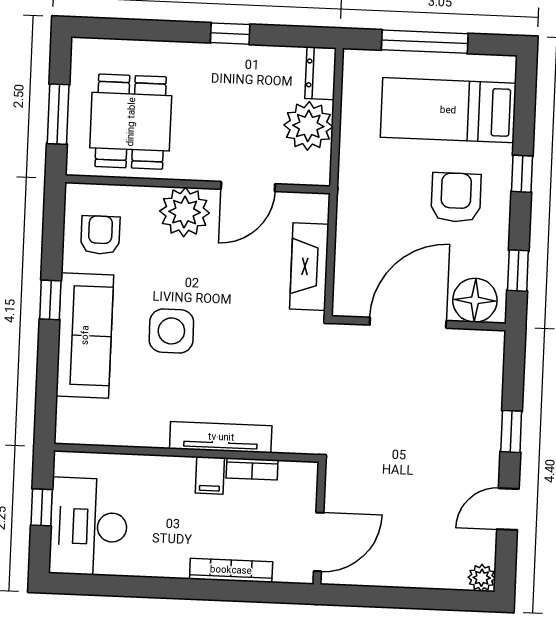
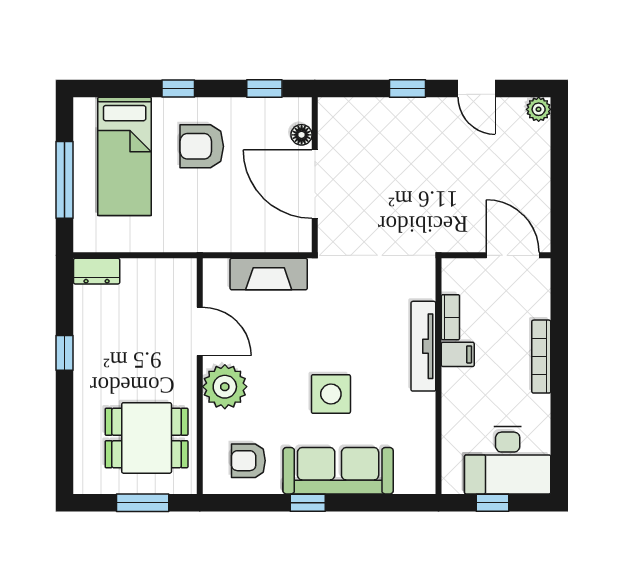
plant: (308, 126) -> (144, 280), removed
floor lamp: (475, 300) -> (302, 135), width x0.53, depth x0.53
bookcase: (231, 570) -> (541, 357), moved

